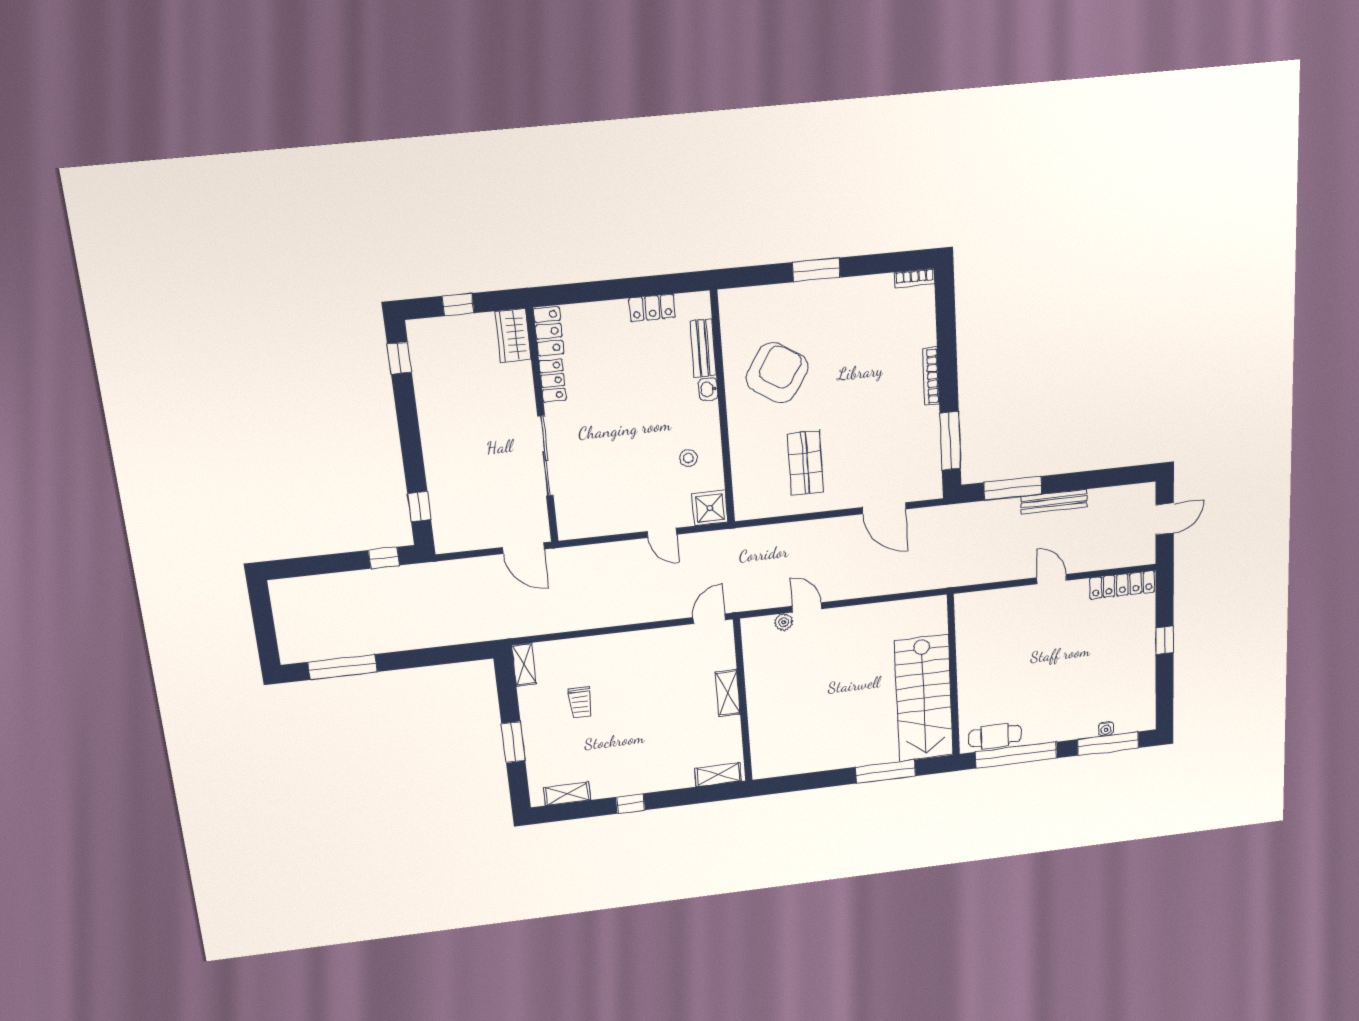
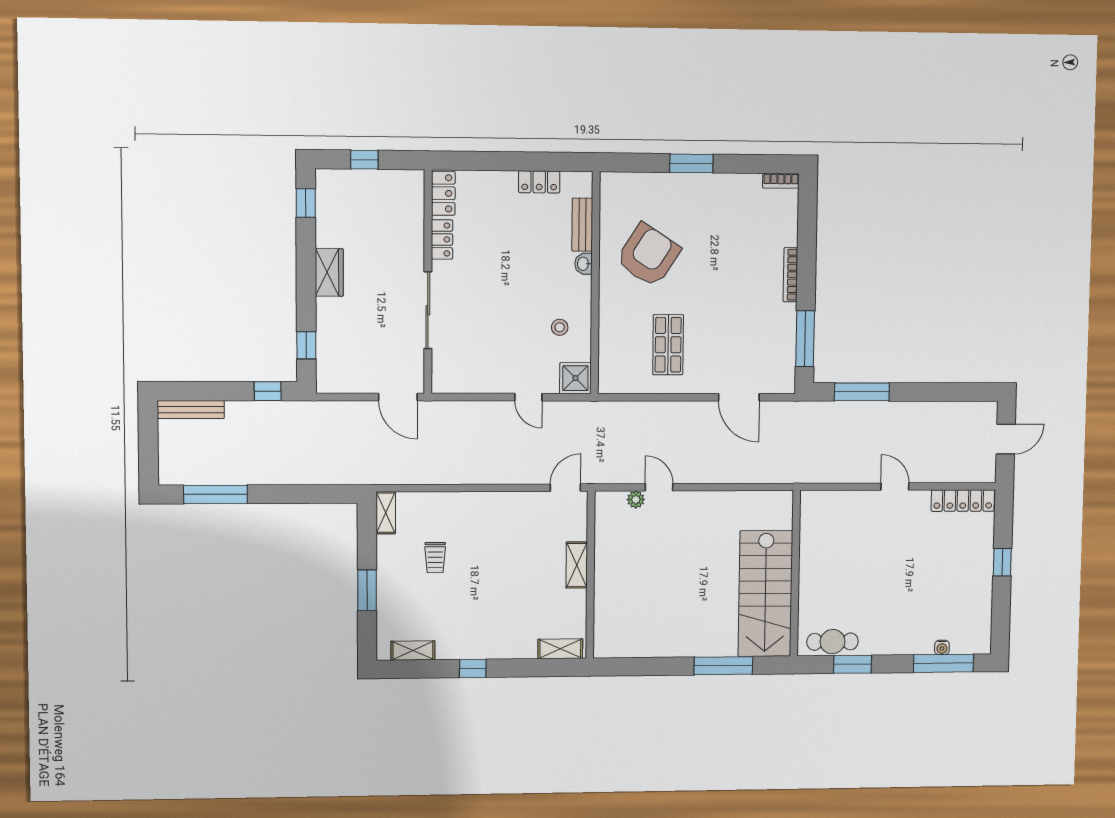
wardrobe: (513, 335) -> (329, 272), moved, turned 180
bench: (1054, 502) -> (191, 409), moved
window: (1016, 755) -> (853, 664), width x0.47

